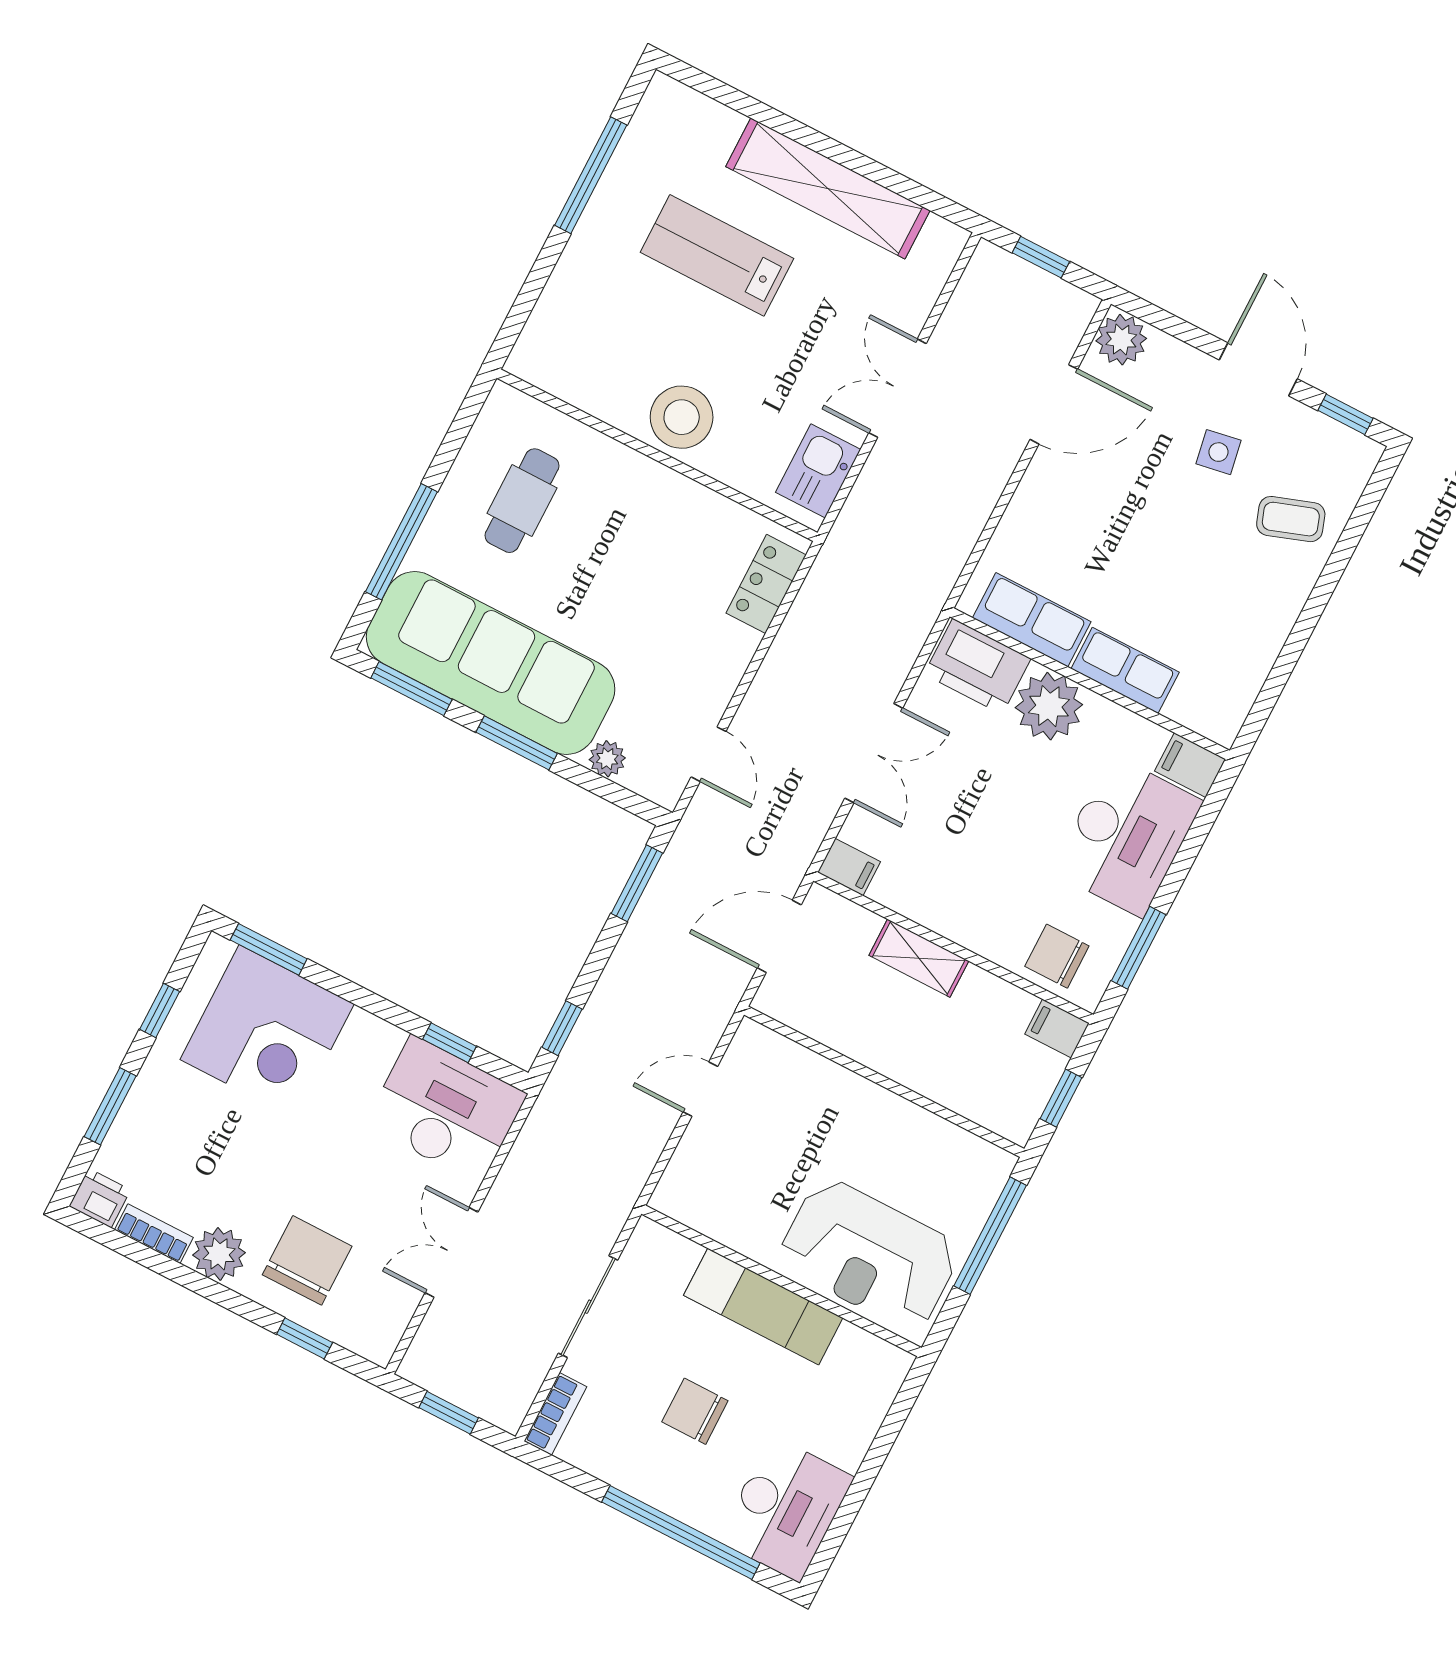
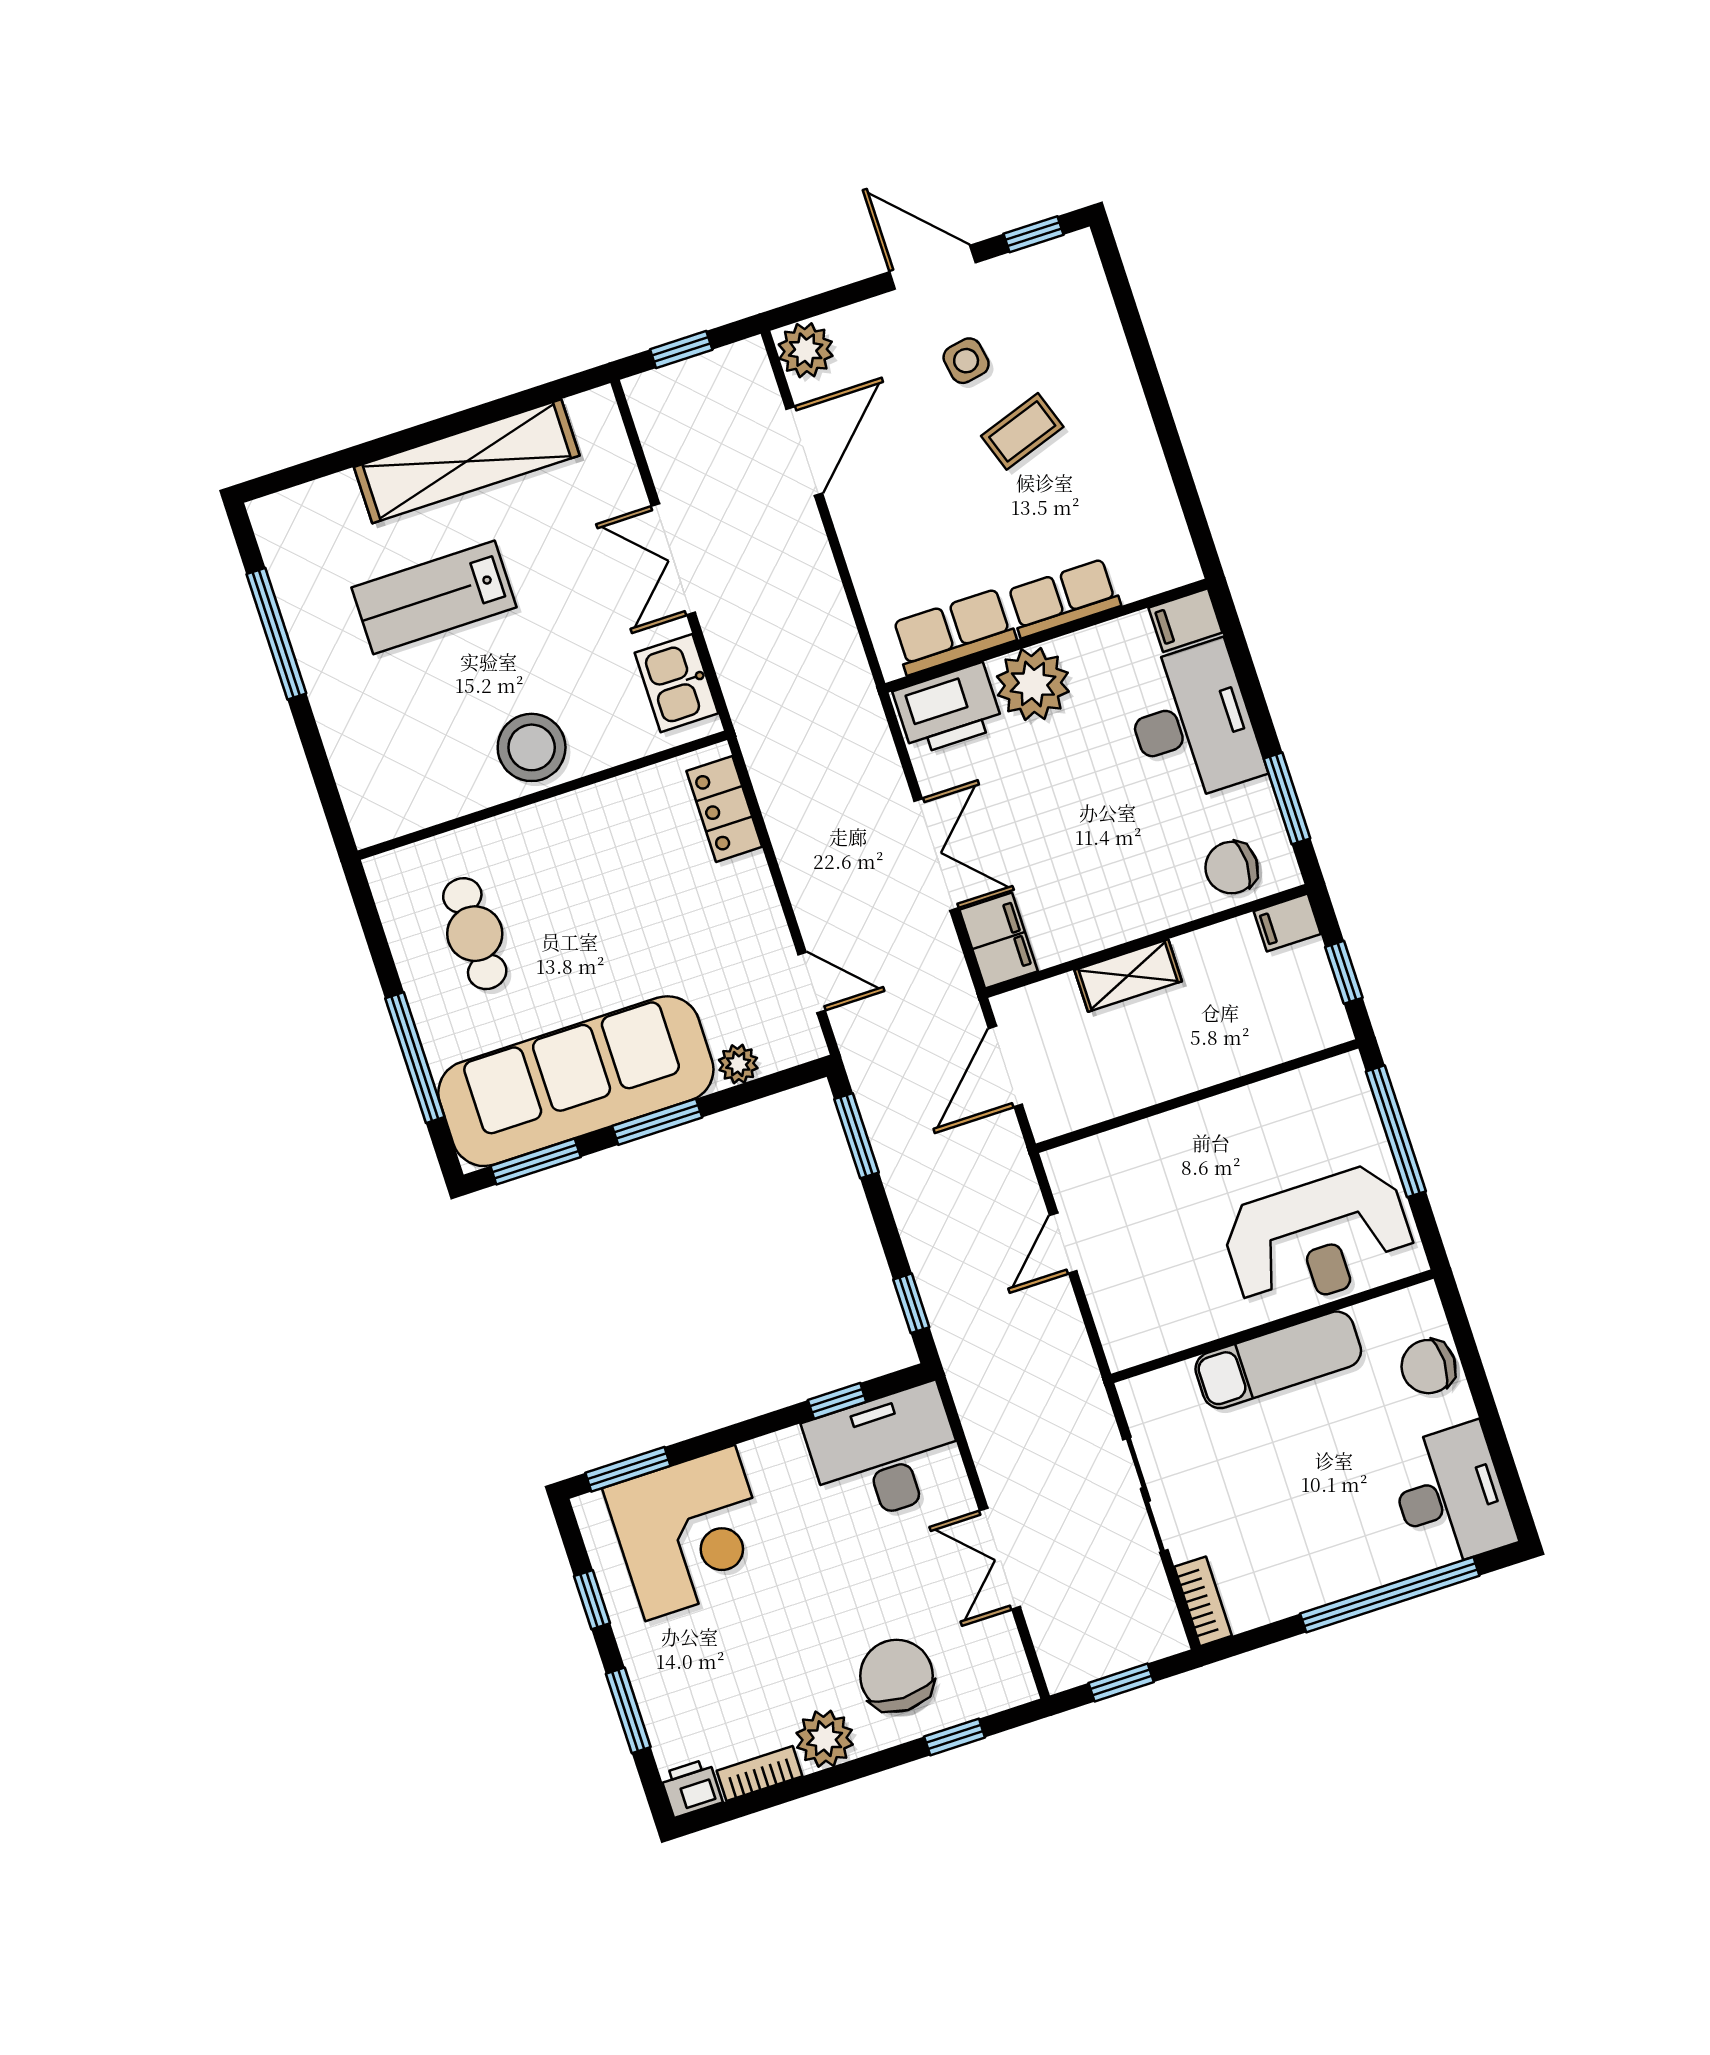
coffee table: (1291, 519) -> (1022, 431), moved
filing cabinet: (849, 867) -> (999, 940), width x2.00
chair: (695, 1411) -> (1428, 1367), moved

